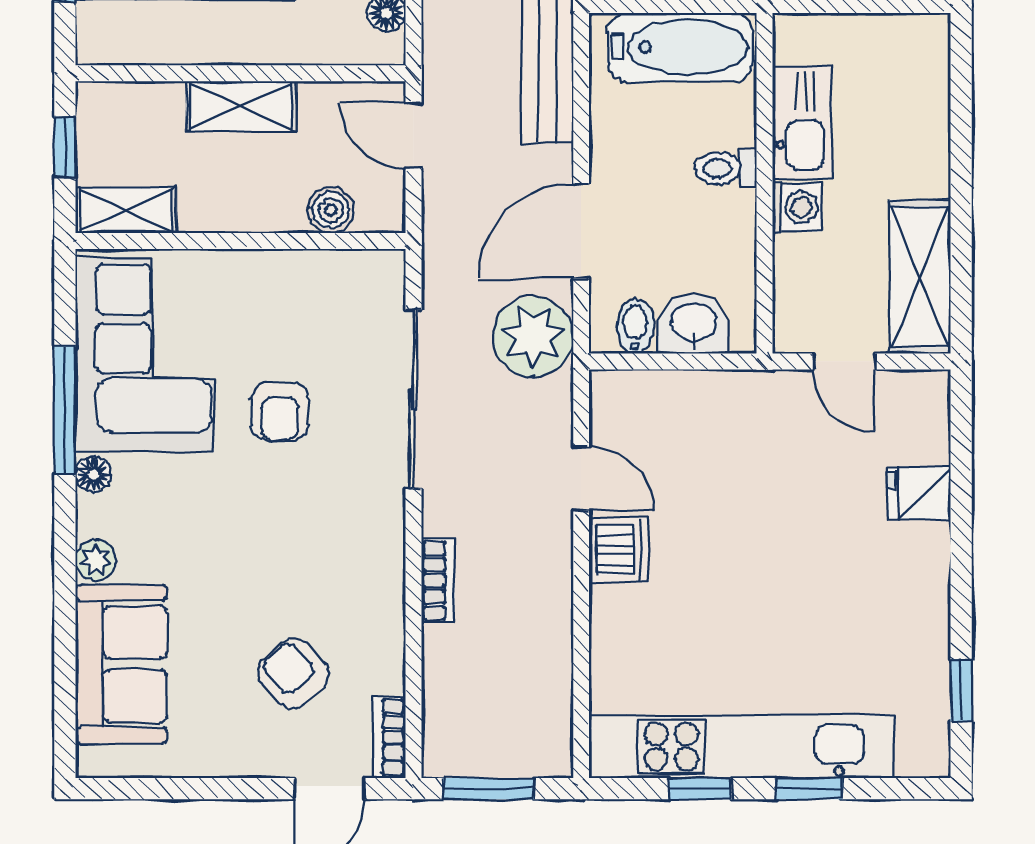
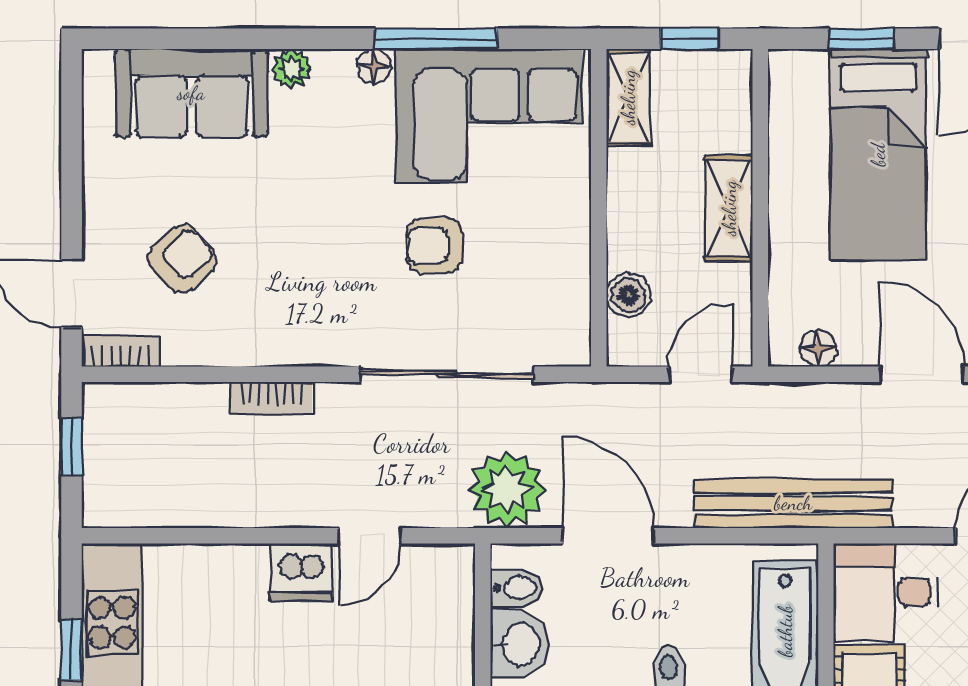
window: (489, 789) -> (72, 447), width x0.67

